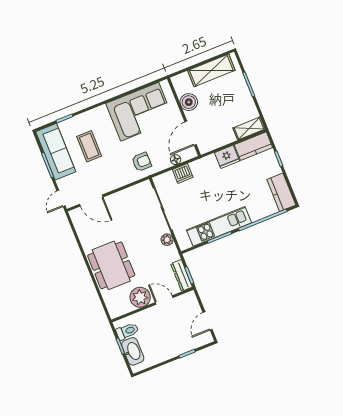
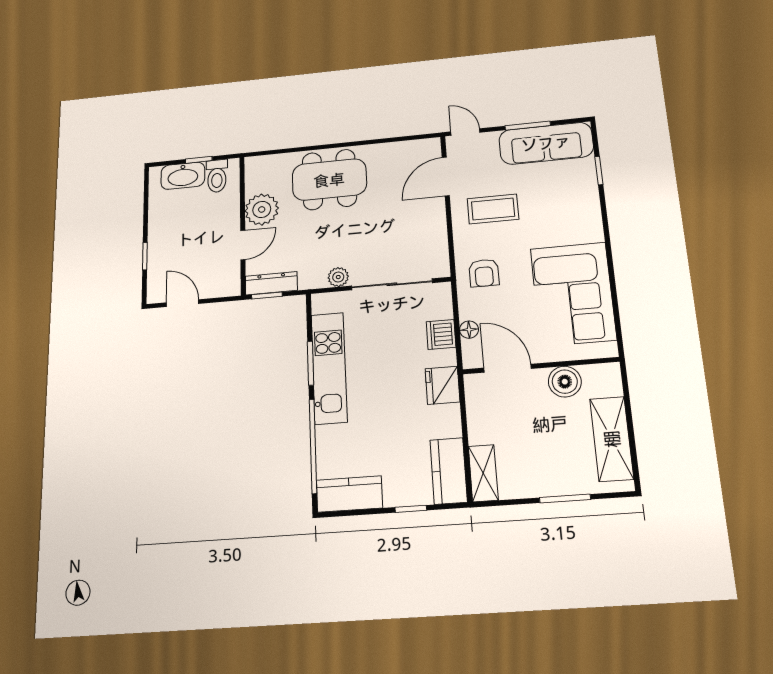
coffee table: (89, 146) -> (493, 209), moved
fridge: (227, 157) -> (442, 385), moved

